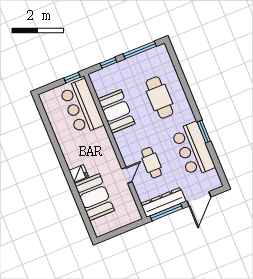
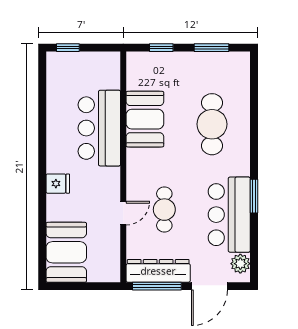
window: (140, 50) -> (212, 48), width x0.69
window: (72, 78) -> (68, 48), moved
bar counter: (82, 107) -> (99, 128), moved
plant: (213, 177) -> (240, 264), added
booth: (94, 197) -> (66, 252), moved

